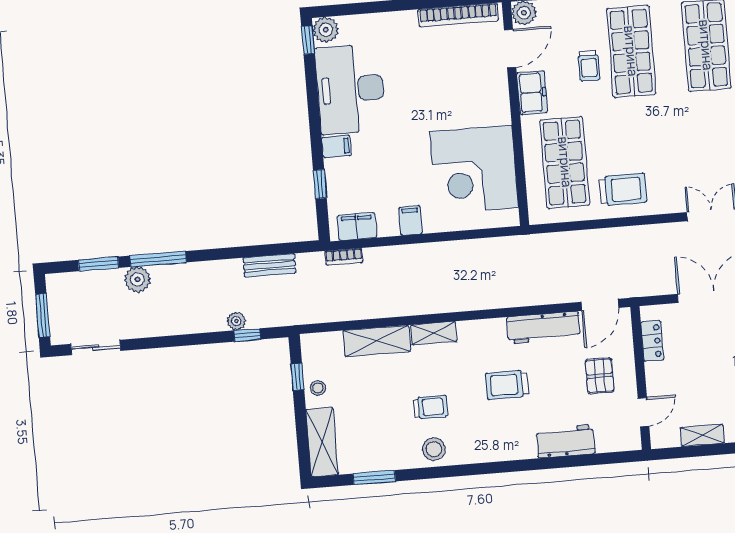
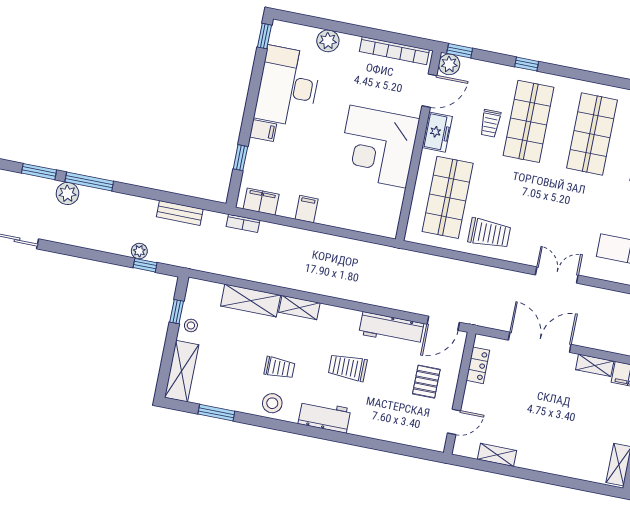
plant: (326, 30) -> (328, 41), moved
corner desk: (474, 170) -> (378, 147), moved
workbench: (566, 441) -> (324, 416), moved

